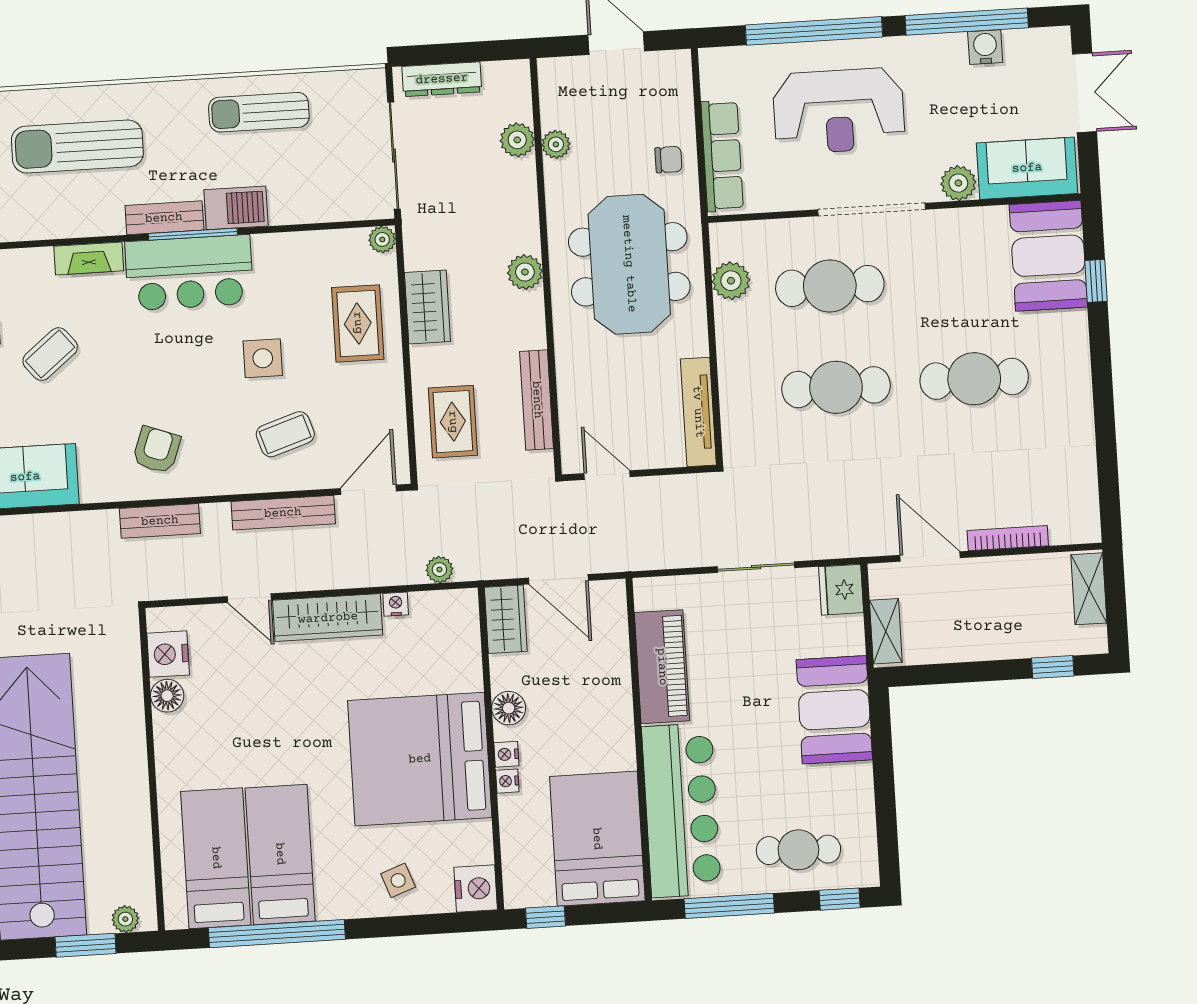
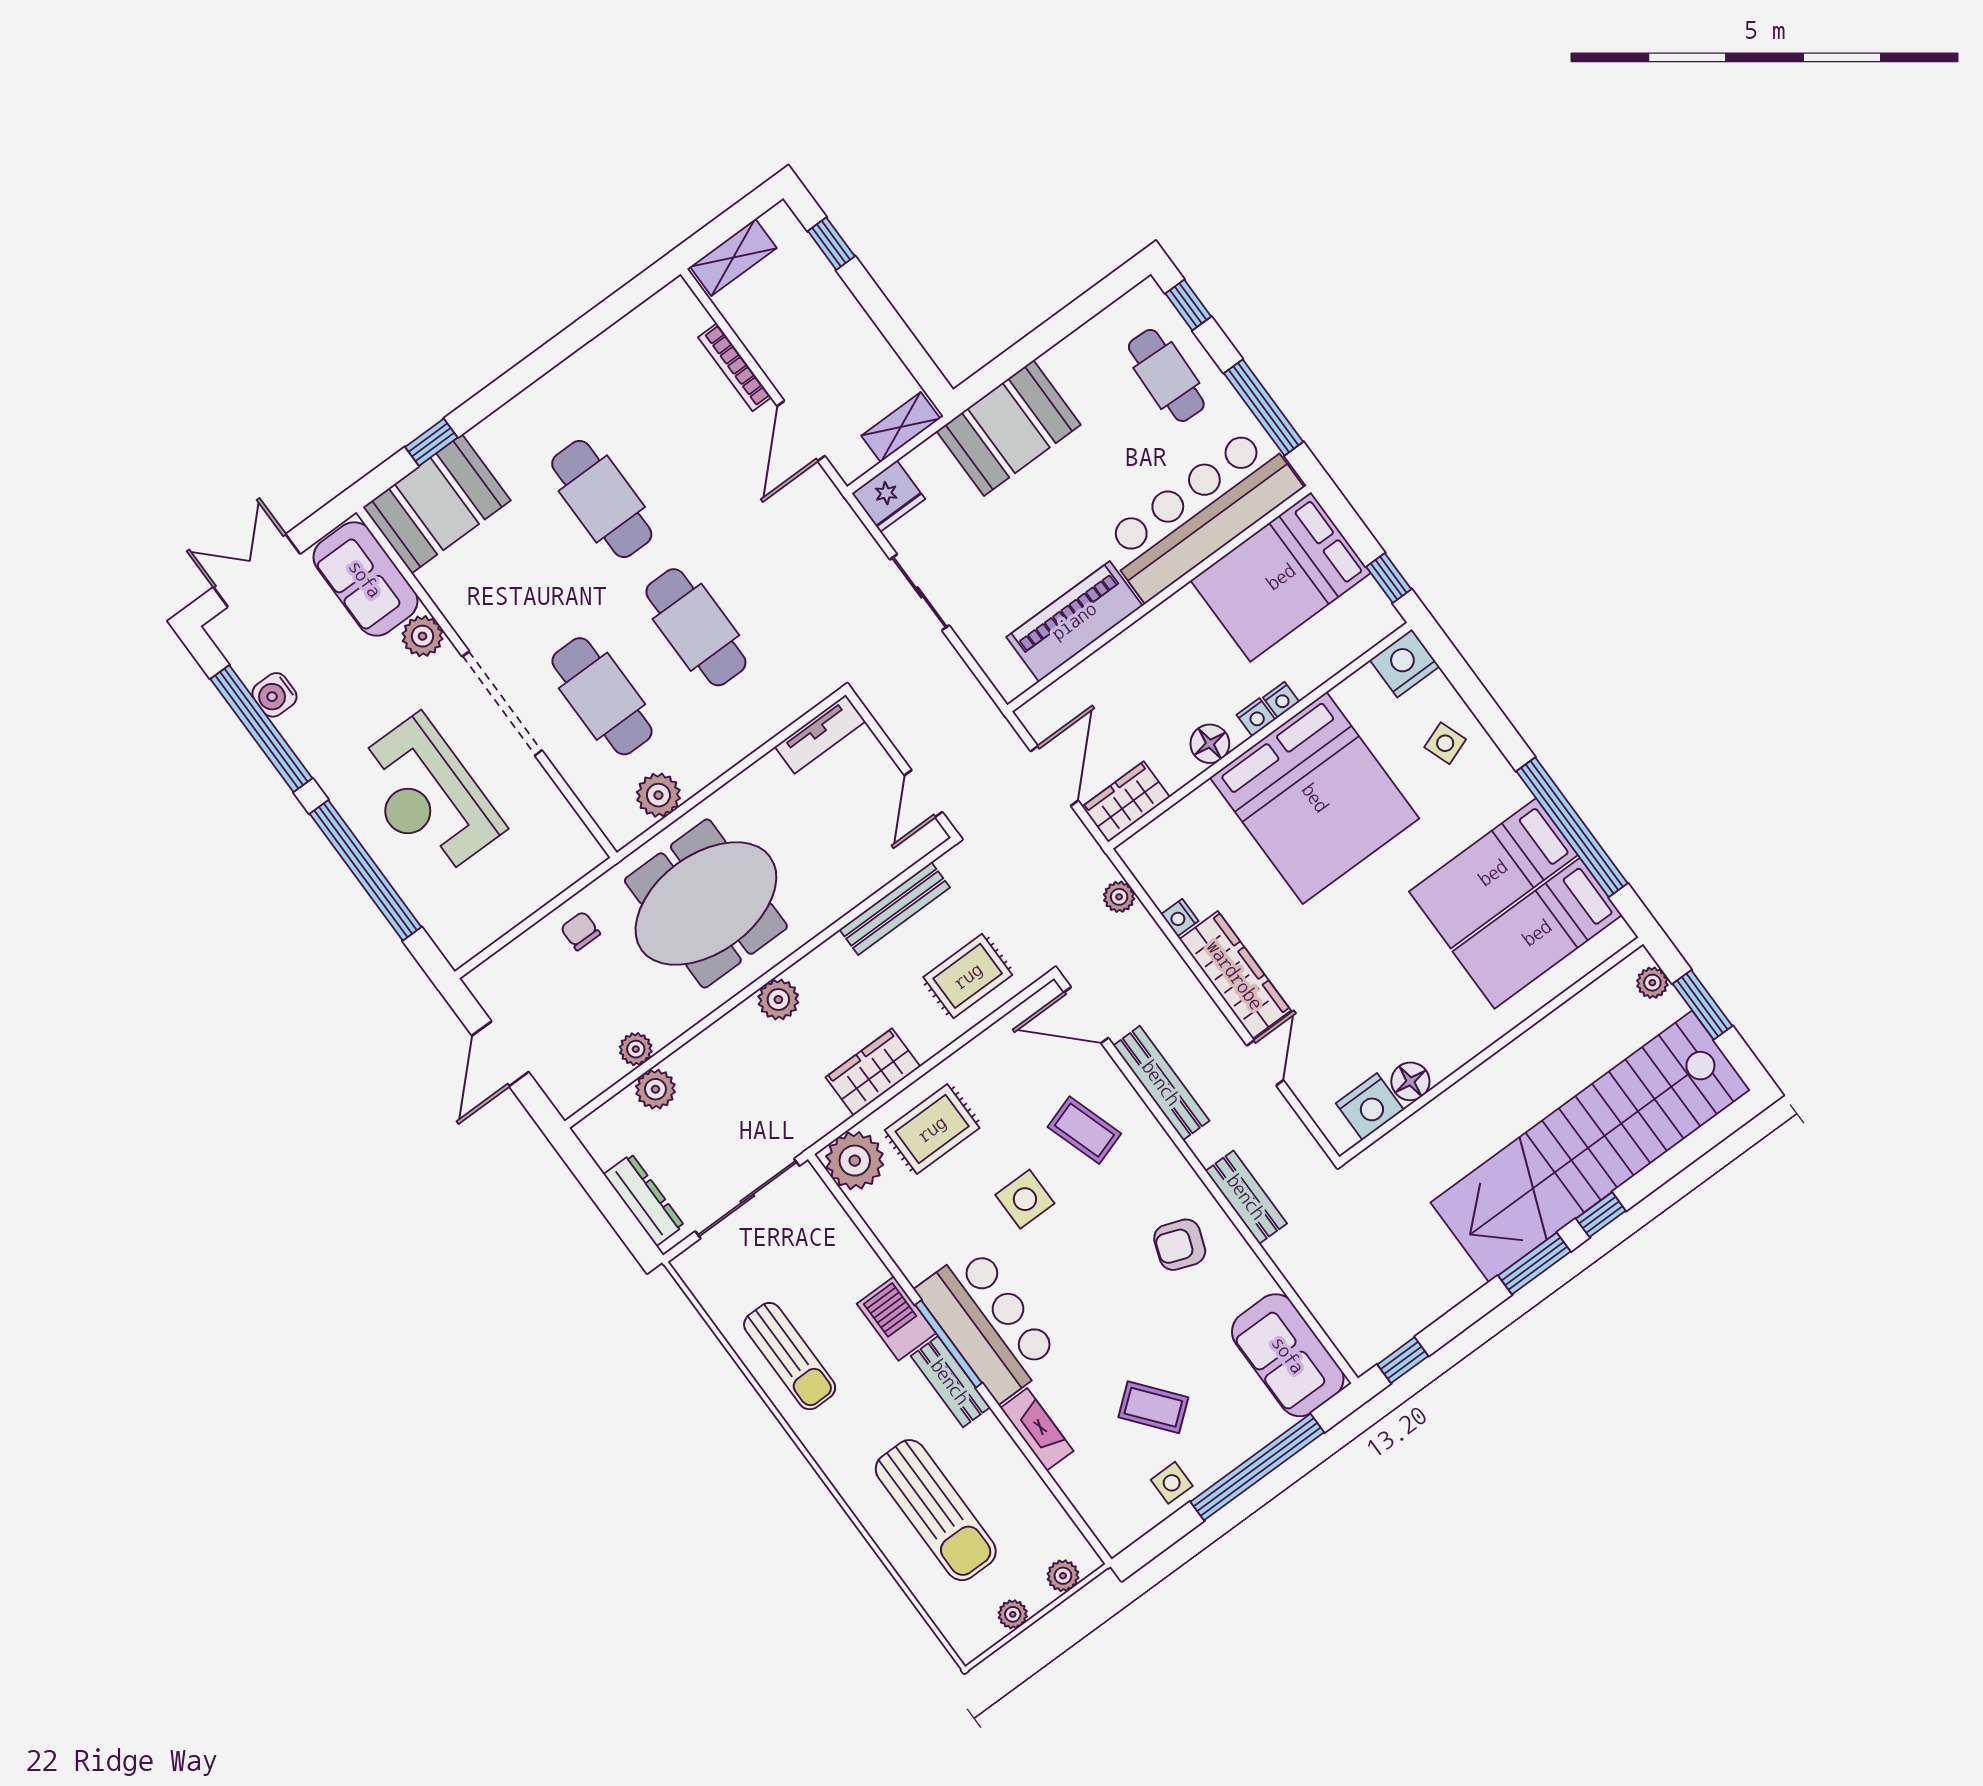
reception desk: (839, 111) -> (427, 797), turned 180
row of seats: (722, 156) -> (543, 881), removed
plant: (382, 239) -> (855, 1161), width x1.88, depth x1.88
tv unit: (698, 412) -> (820, 734), width x0.71

